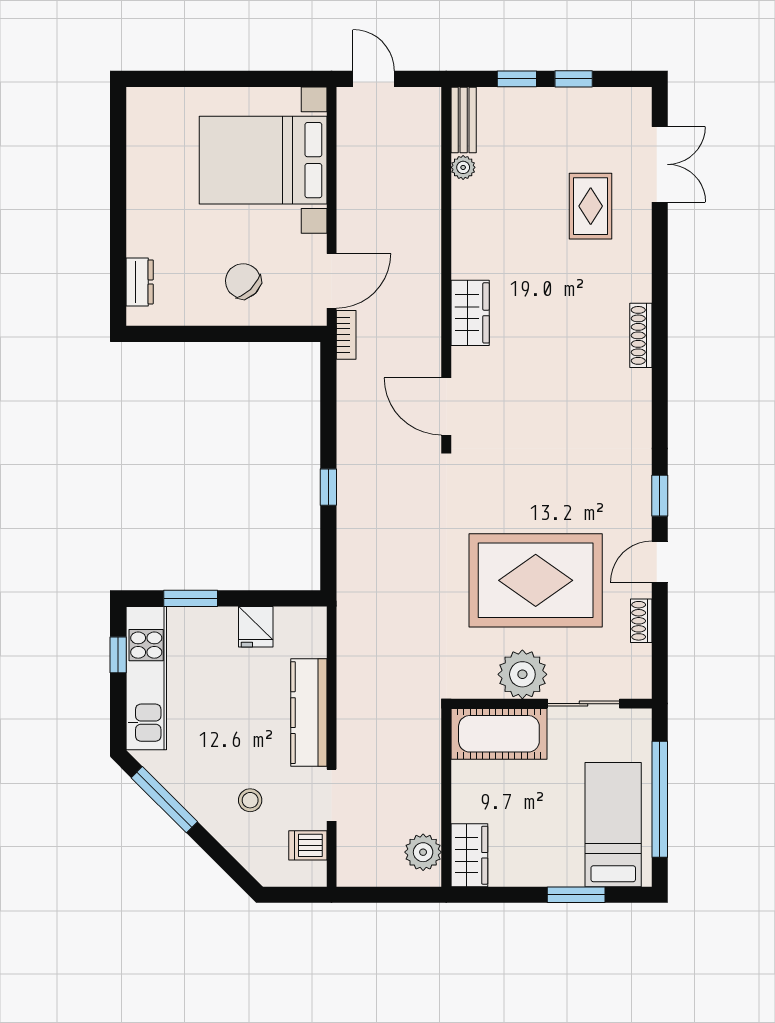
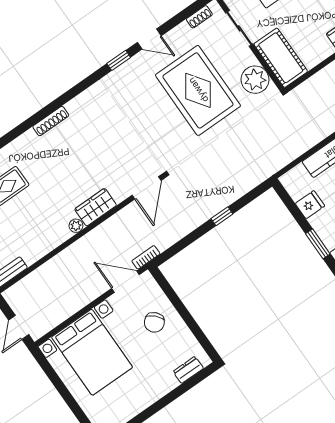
plant: (463, 167) -> (76, 226), moved
shoe rack: (641, 621) -> (199, 17), moved
plant: (522, 674) -> (255, 80), moved

